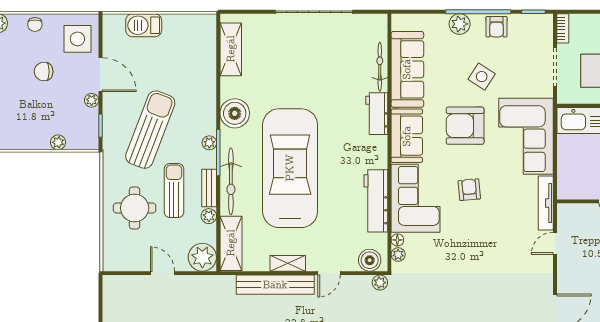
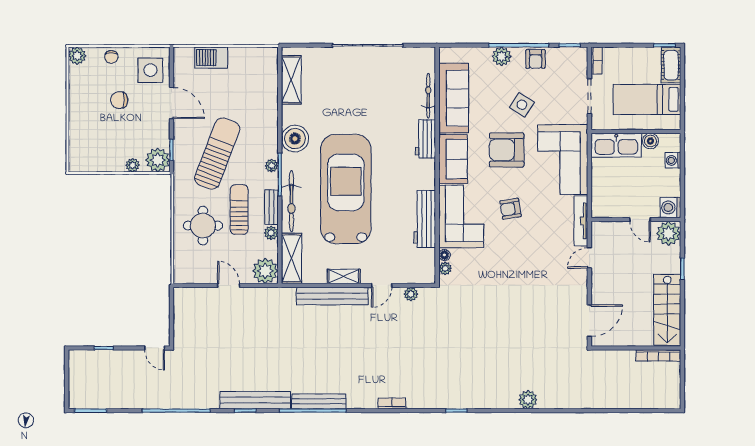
plant: (92, 100) -> (158, 160), moved, width x1.87, depth x1.87
armchair: (469, 190) -> (511, 209), turned -94
boiler: (370, 260) -> (419, 274), removed
plant: (380, 283) -> (411, 294), moved

